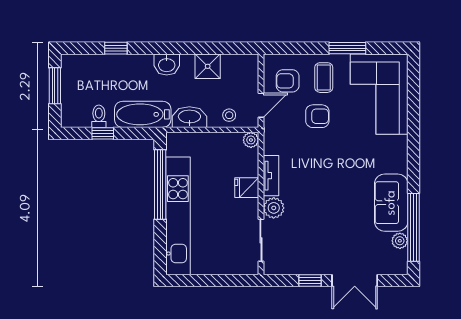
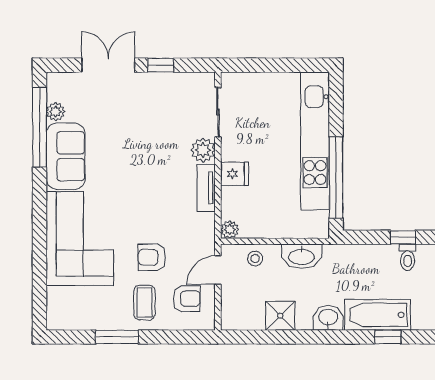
corner sofa: (379, 94) -> (80, 239), moved
bathtub: (143, 114) -> (378, 315), moved, turned 180

